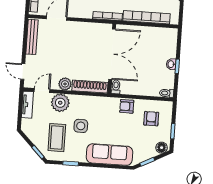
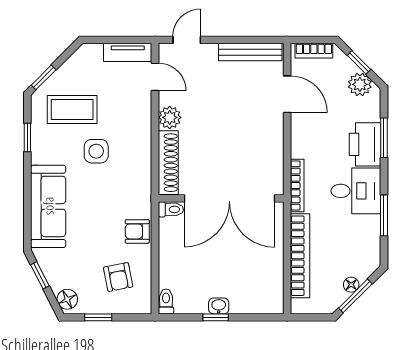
plant: (60, 103) -> (135, 111), removed
armchair: (127, 106) -> (137, 231), turned -90
armchair: (151, 119) -> (118, 277), turned 79

